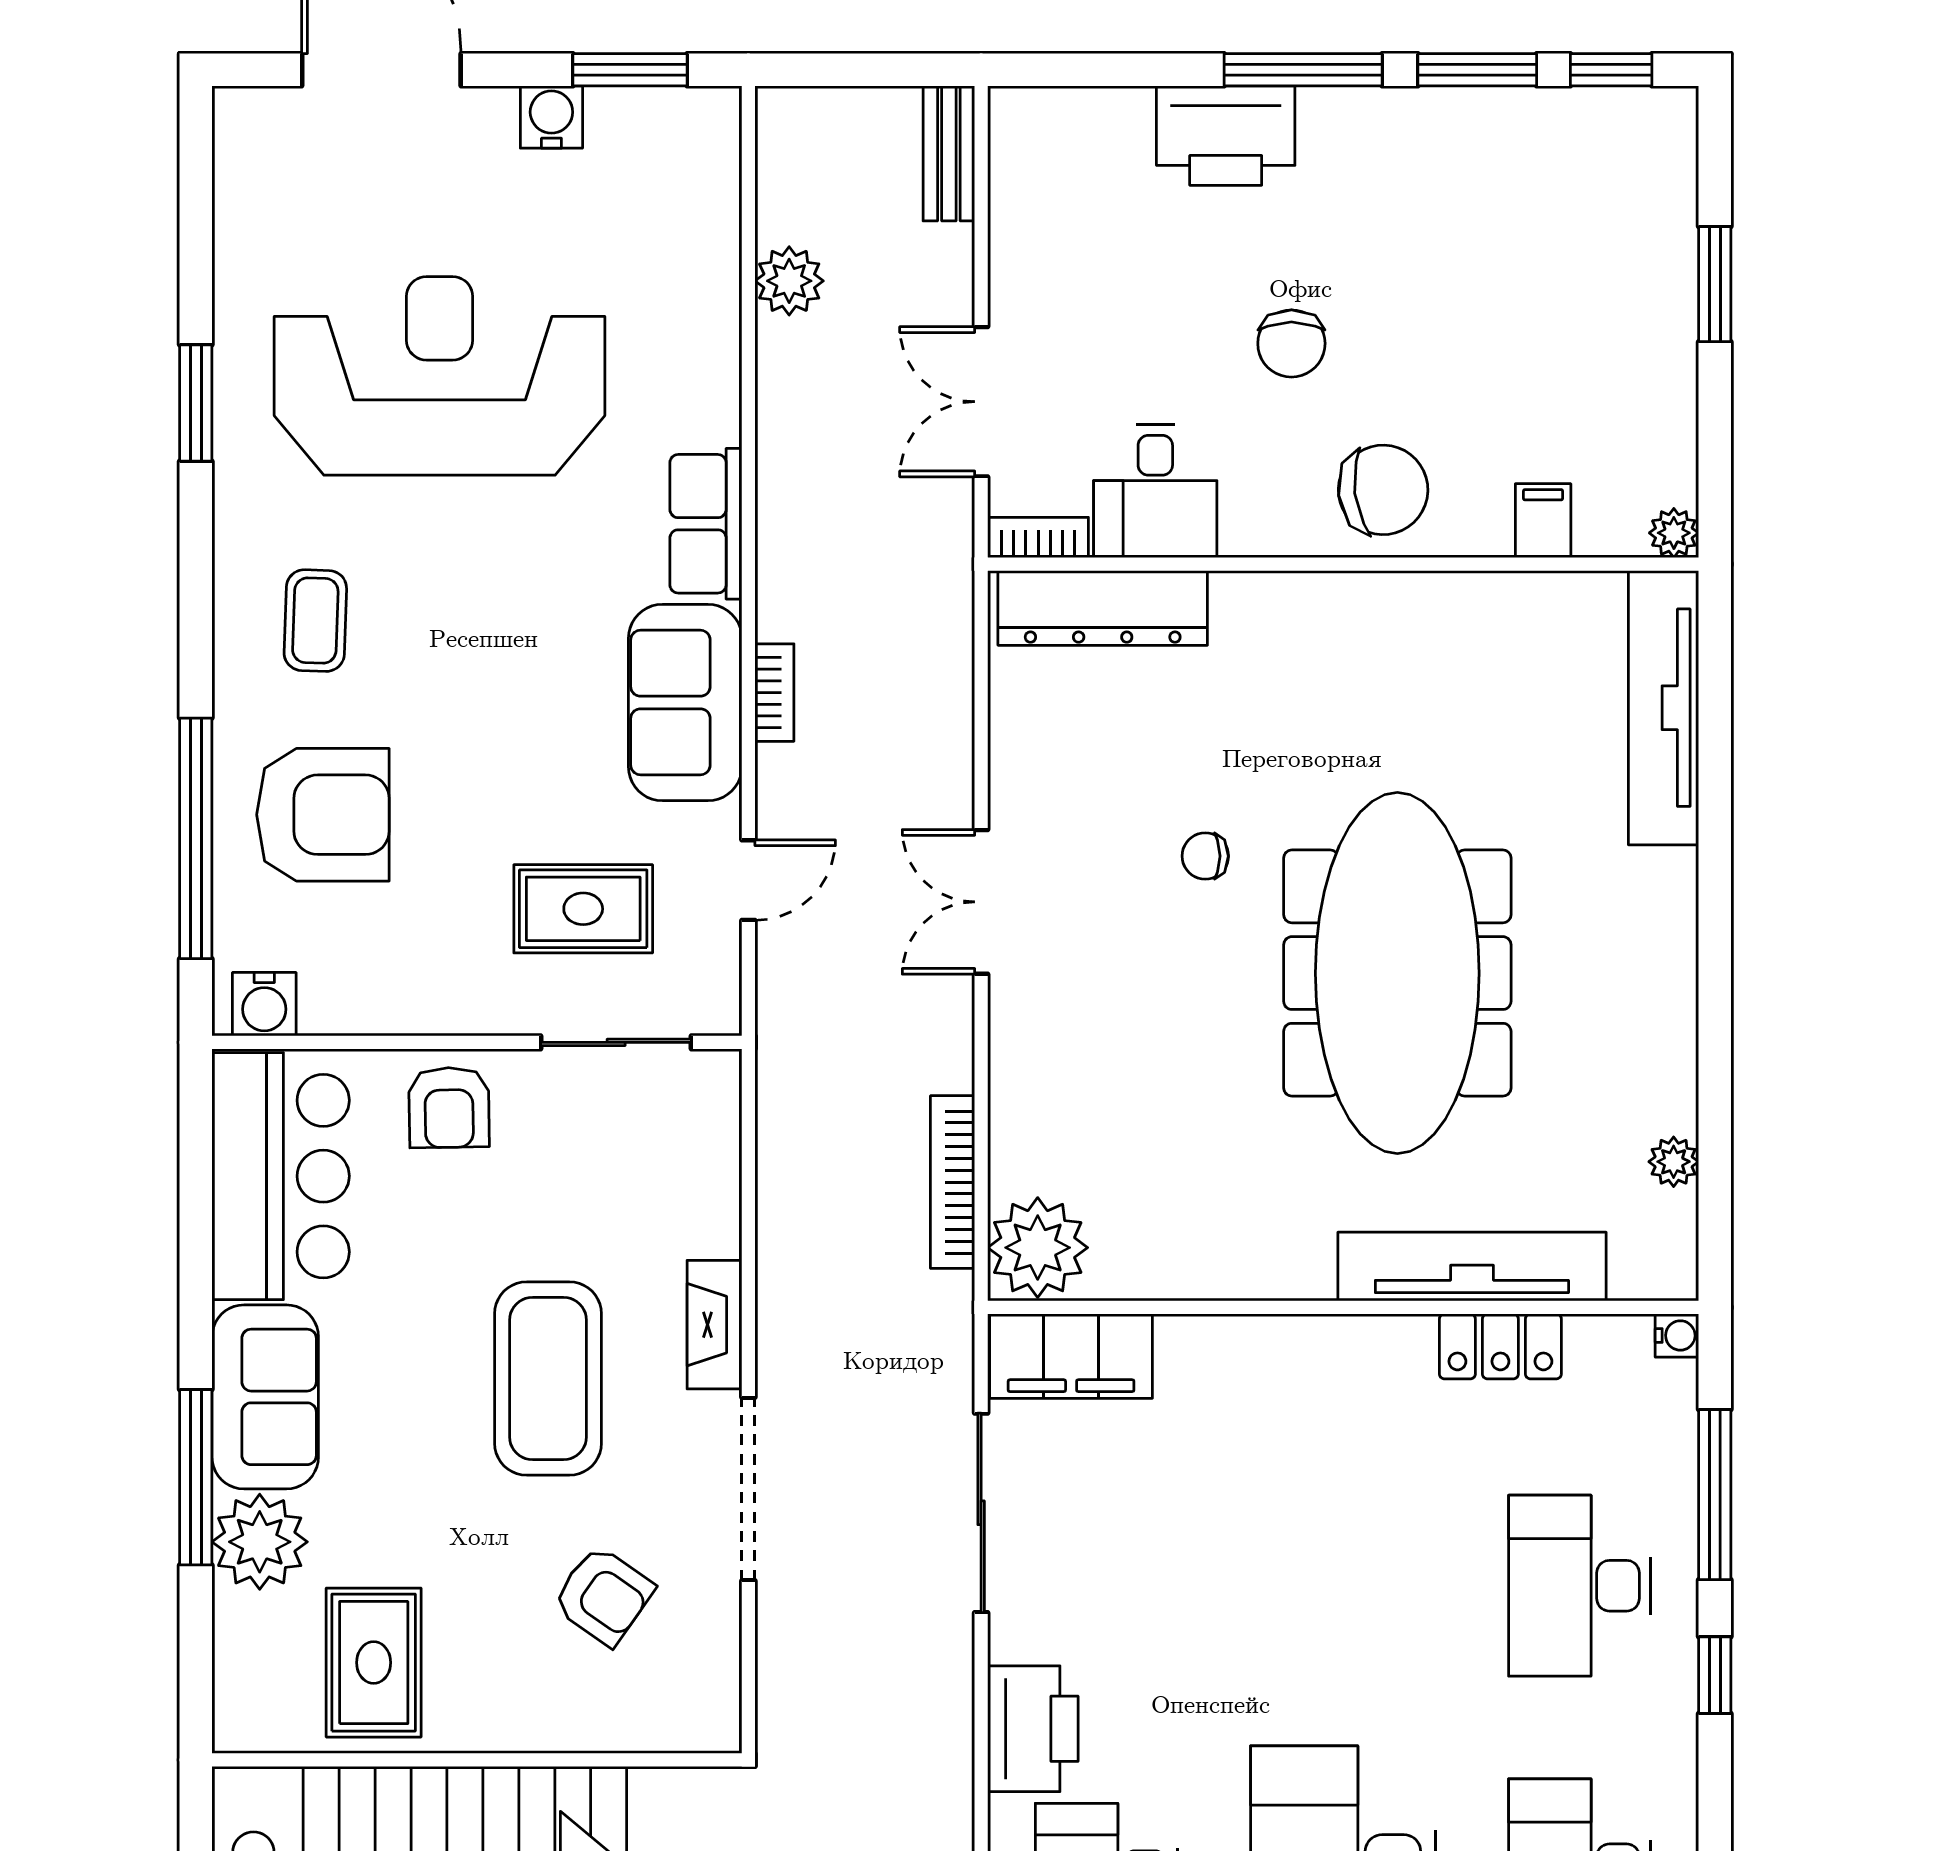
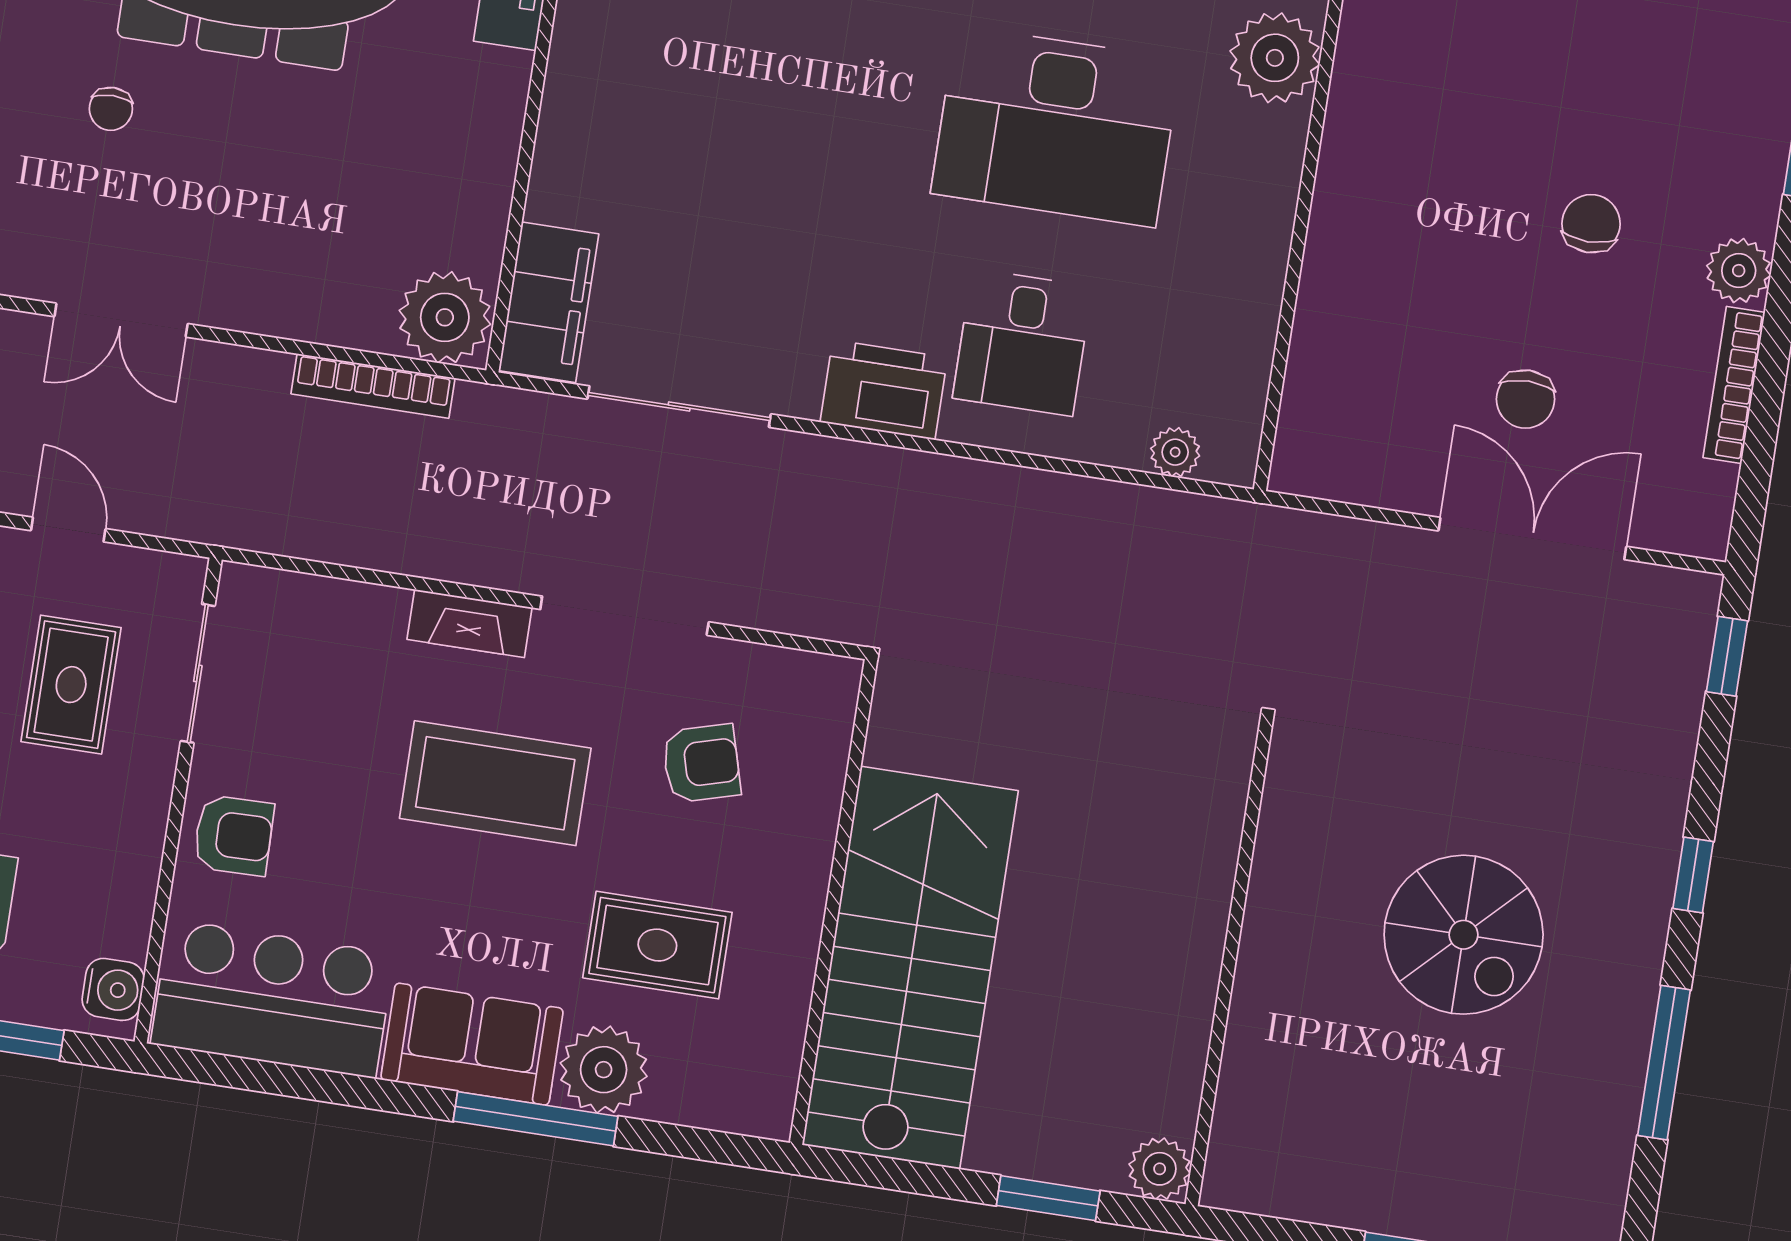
armchair: (603, 1596) -> (701, 763), turned 39
rug: (374, 1663) -> (657, 945), moved

